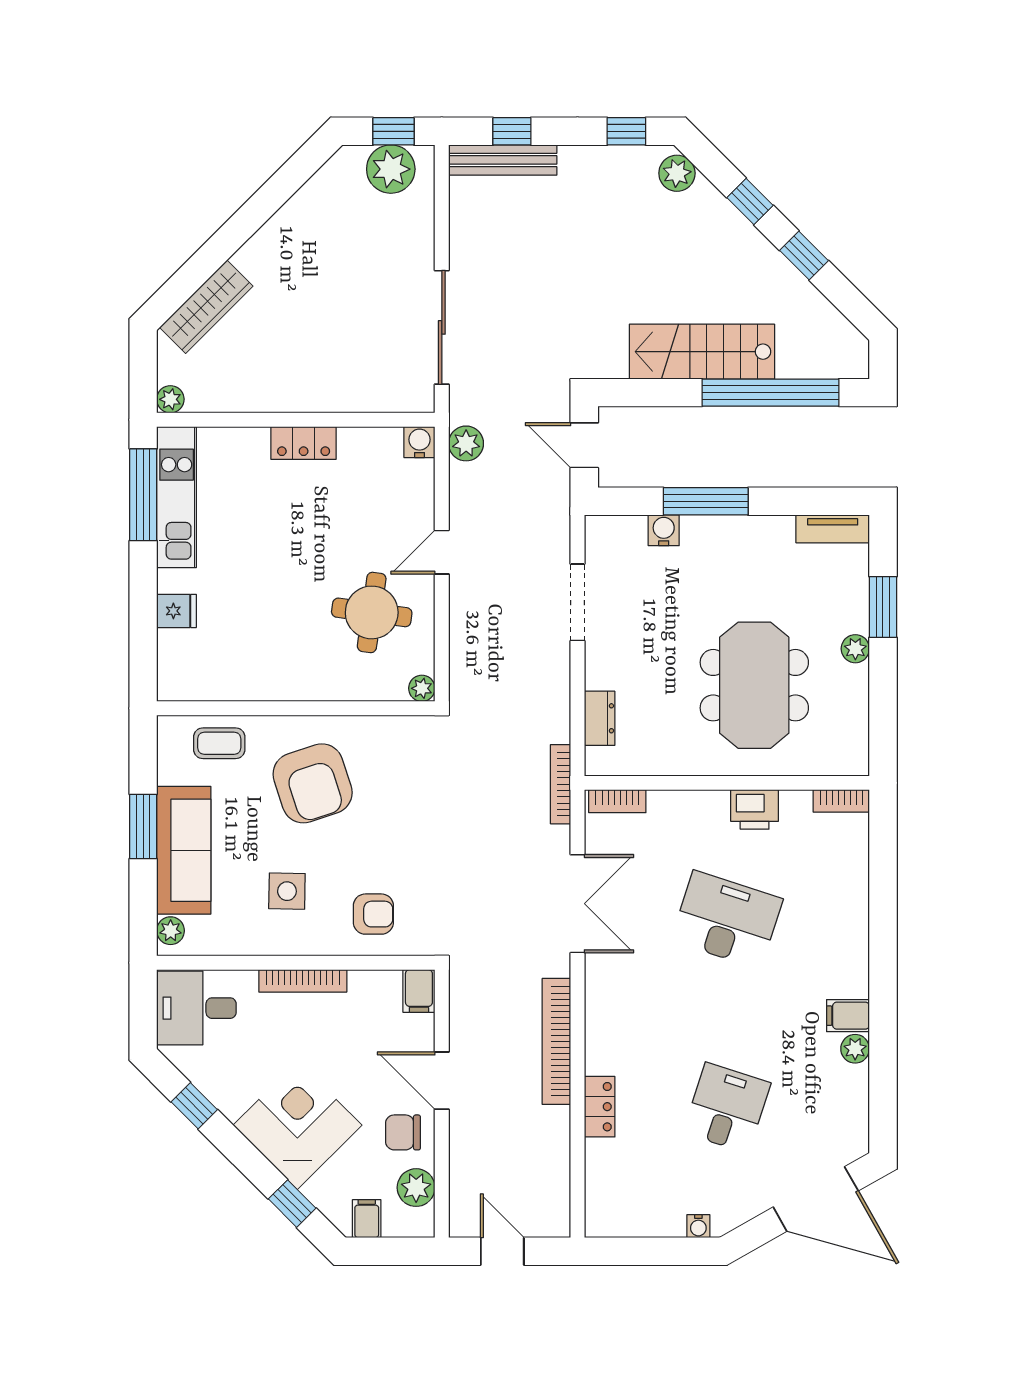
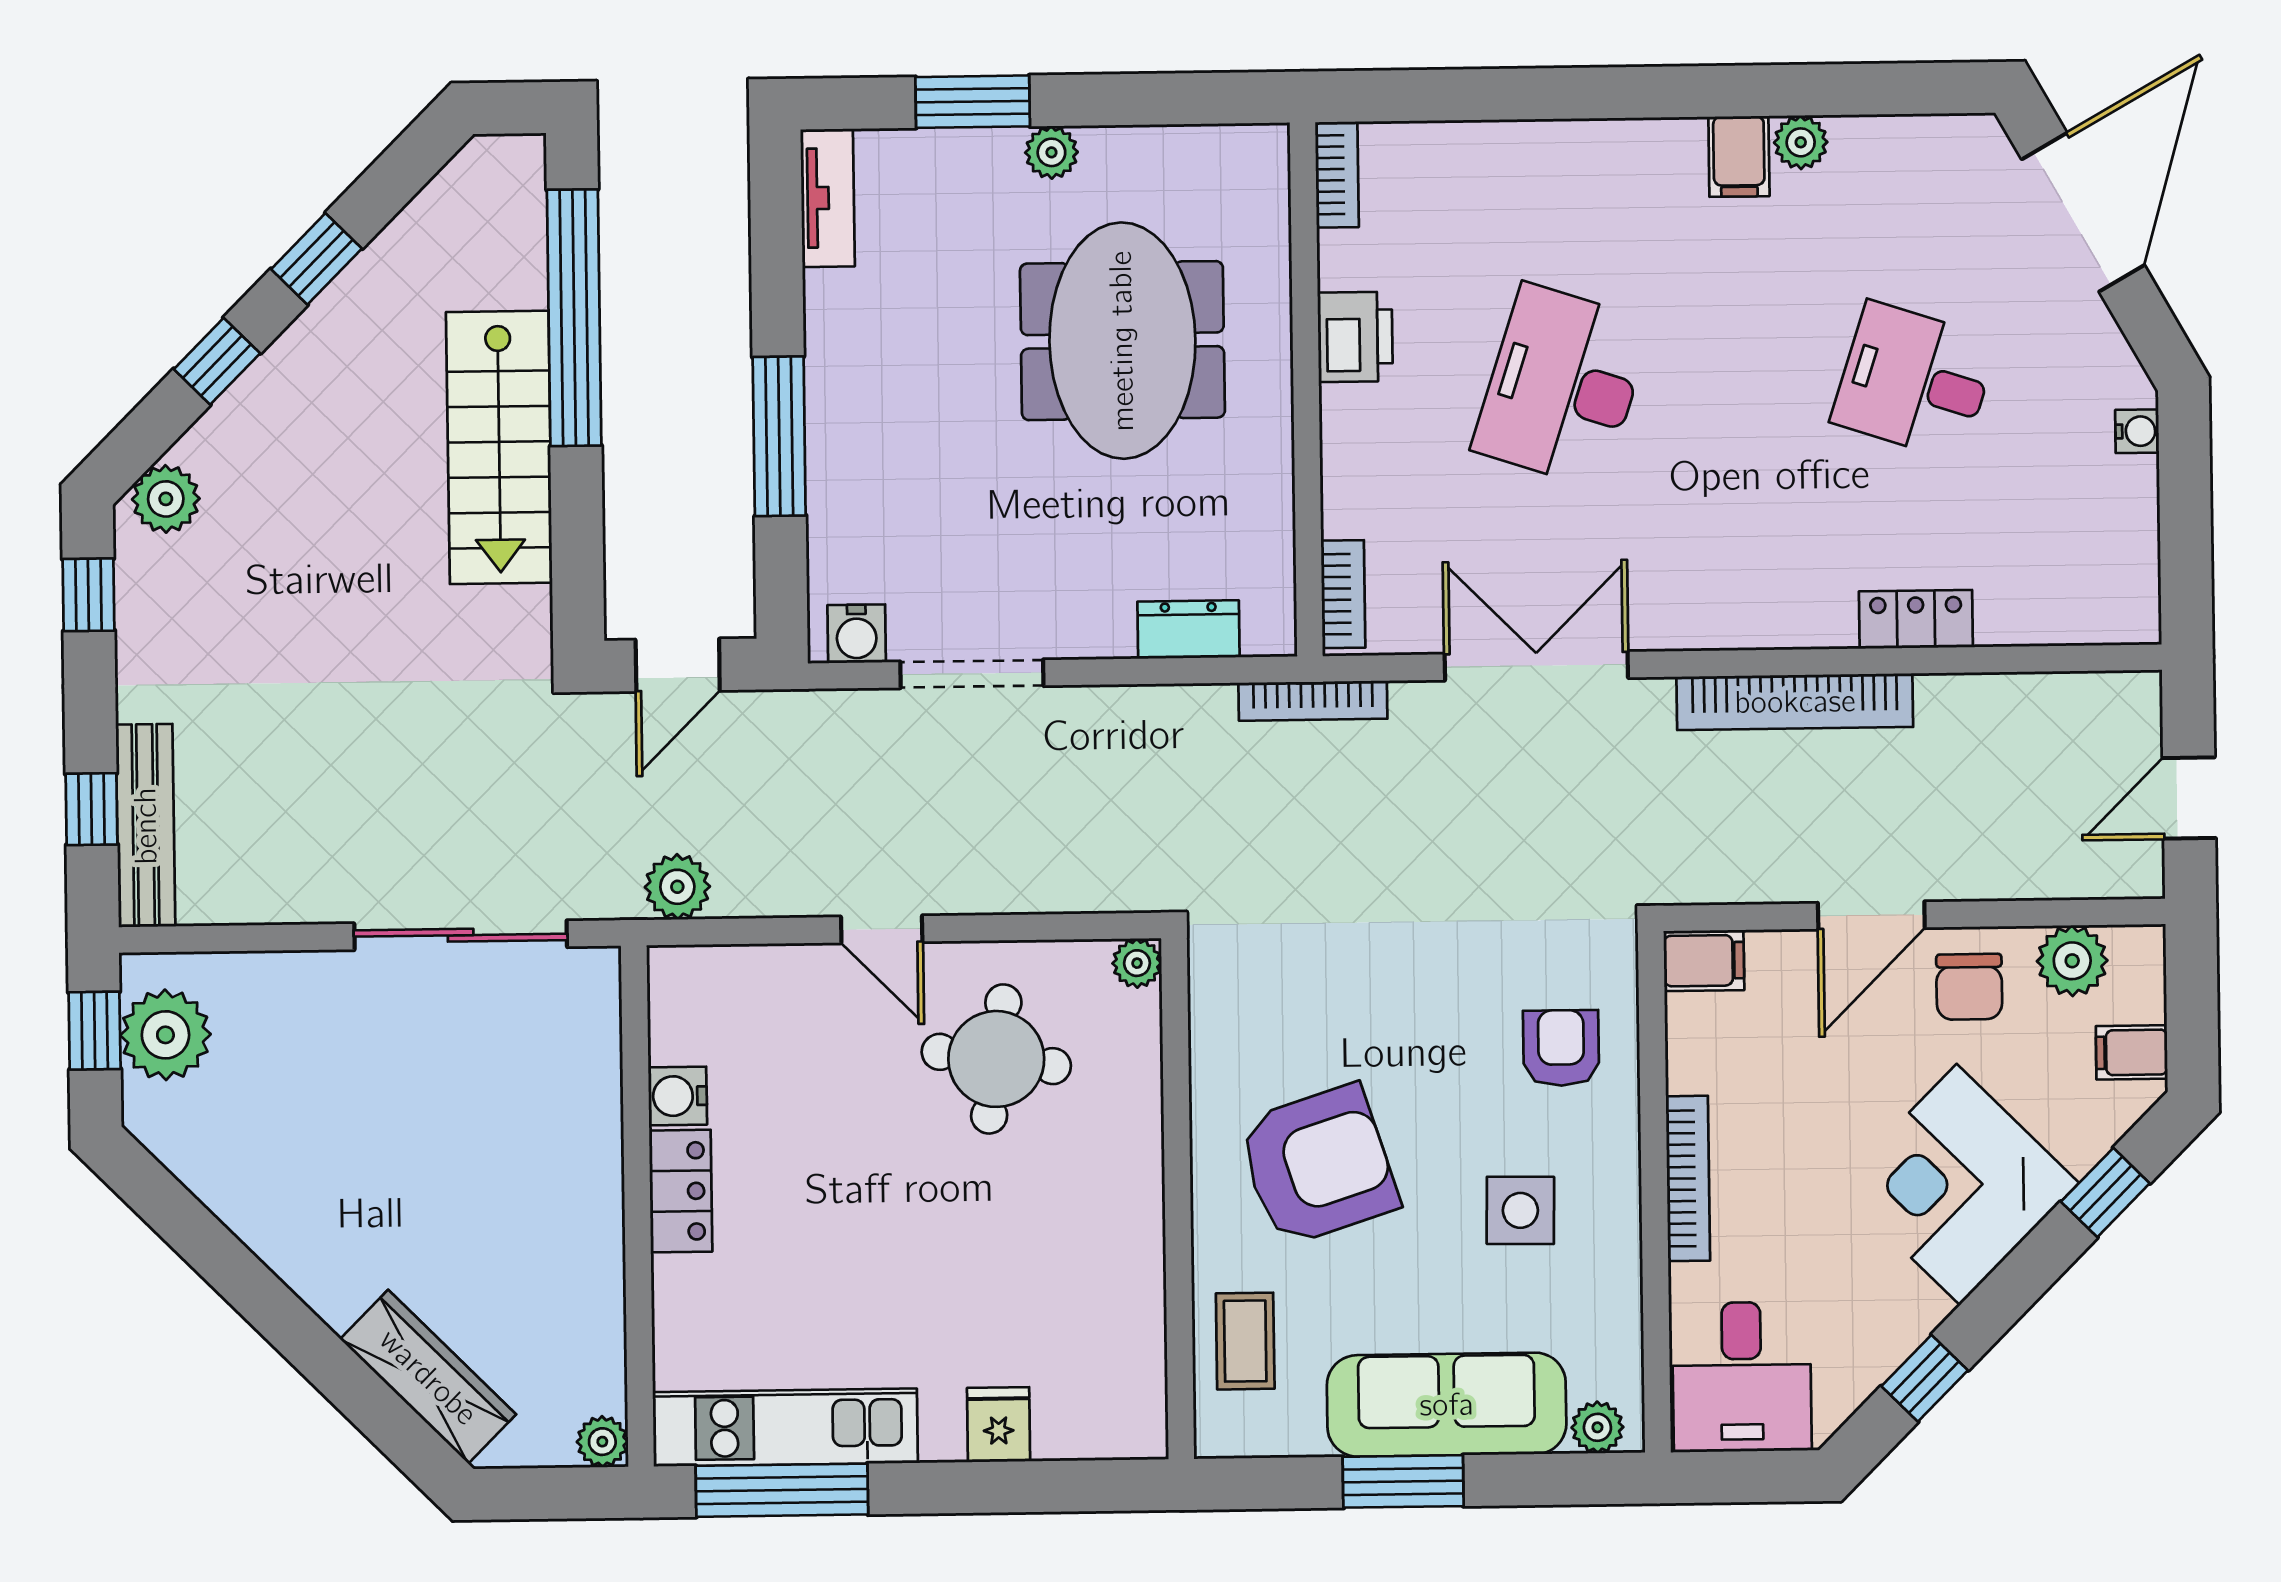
water cooler: (419, 442) -> (678, 1096), moved
water cooler: (664, 530) -> (857, 634), moved, turned -90
meeting table: (754, 685) -> (1122, 341), turned 90

